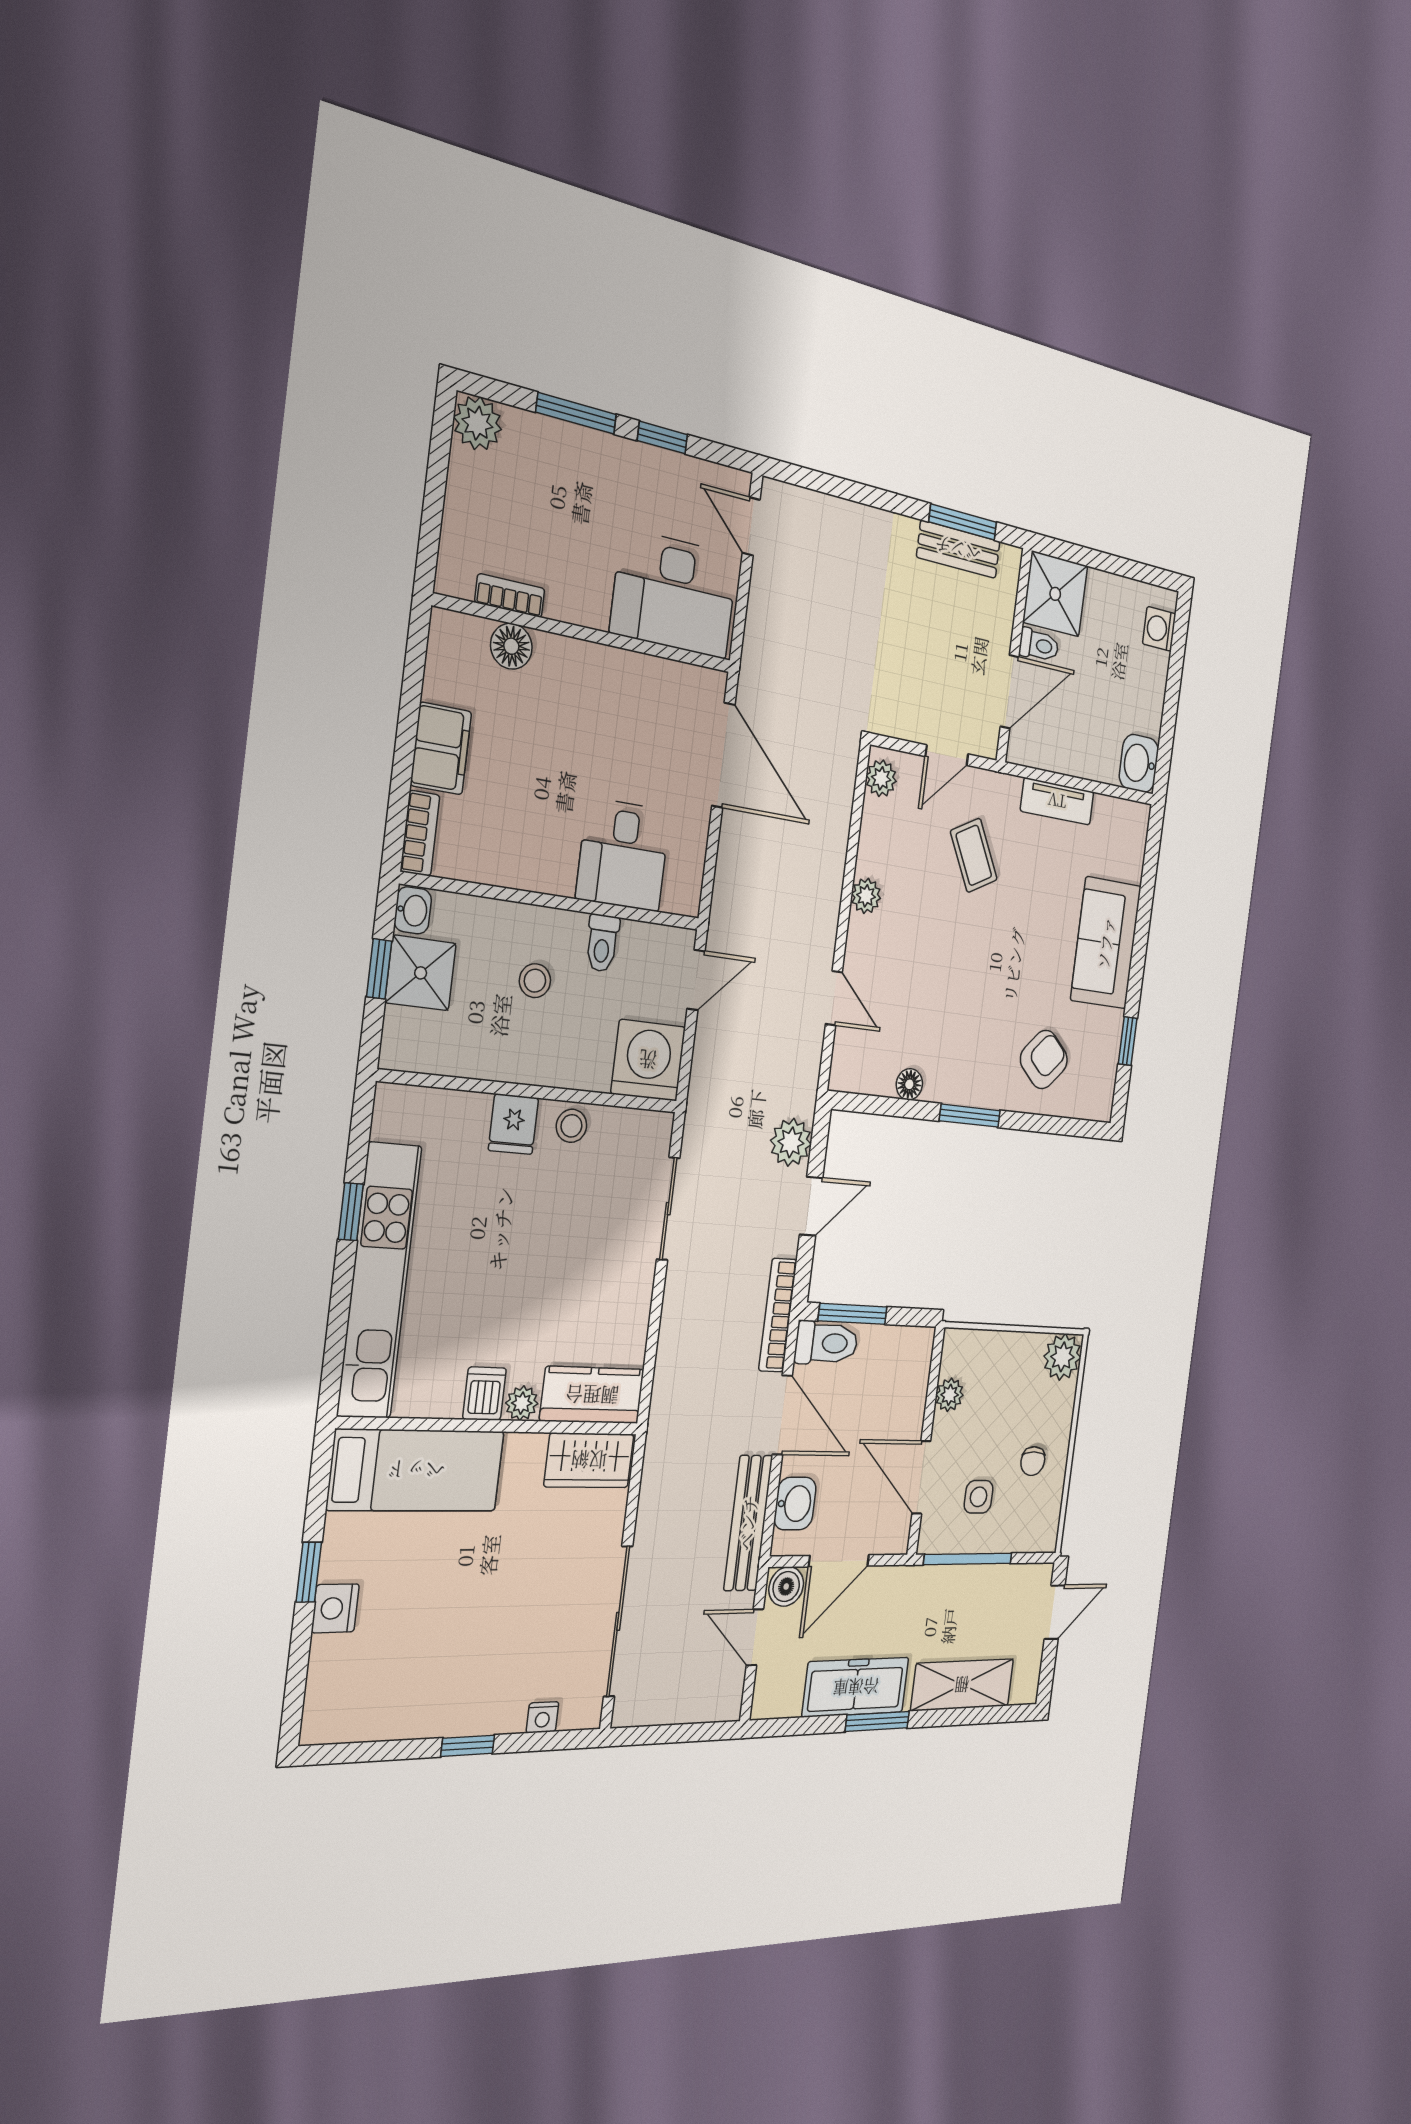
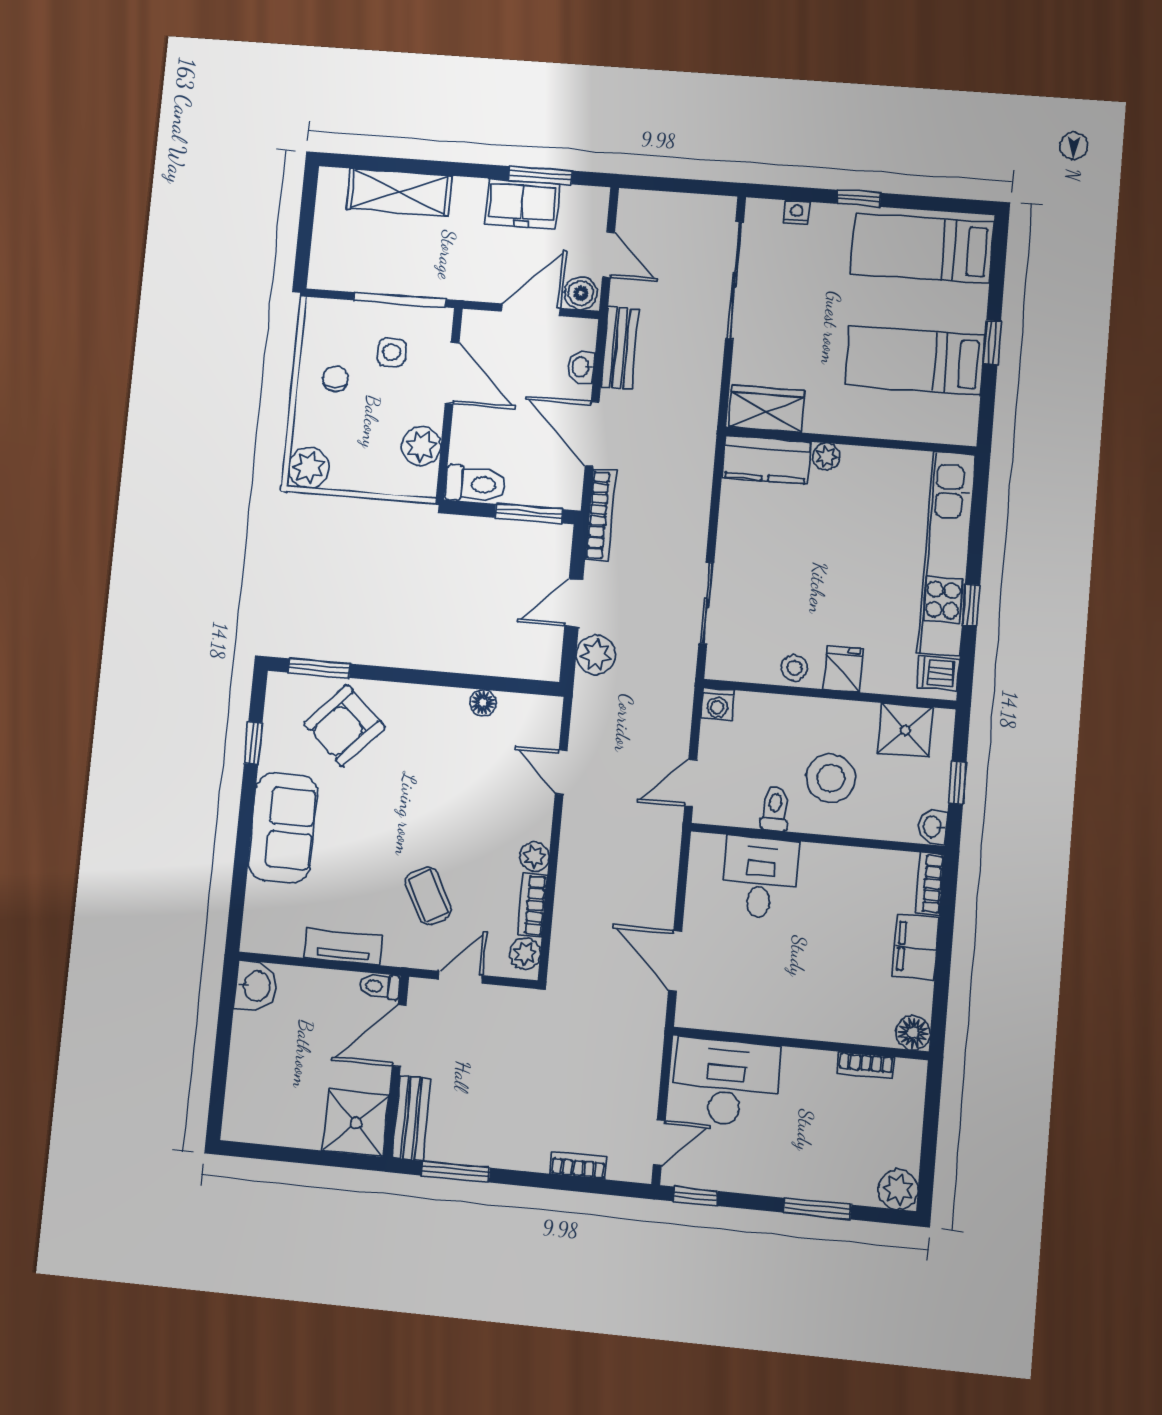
window: (662, 438) -> (695, 1196), moved
bookcase: (838, 511) -> (579, 1165), added
door: (751, 526) -> (659, 1143), hinge flipped
bench: (958, 549) -> (411, 1118), moved, turned 90
washing machine: (1159, 629) -> (240, 1105), removed
toilet: (1039, 645) -> (380, 986), moved
floor lamp: (511, 646) -> (913, 1033), moved
door: (723, 755) -> (675, 961), width x0.73
bookcase: (871, 837) -> (532, 905), added
shower: (421, 973) -> (905, 730), moved
stool: (535, 981) -> (831, 778), width x1.89, depth x1.89
armchair: (1044, 1059) -> (344, 725), width x1.38, depth x1.38
washing machine: (648, 1060) -> (717, 704), width x0.53, depth x0.53
window: (970, 1116) -> (319, 668), moved
toilet: (826, 1343) -> (475, 484), moved, turned 180
dishwasher: (484, 1394) -> (938, 673), moved, turned 90
plant: (950, 1395) -> (421, 446), width x1.38, depth x1.38
bed: (416, 1470) -> (915, 360), moved
washbasin: (795, 1504) -> (581, 367), width x0.72, depth x0.69
bench: (748, 1523) -> (620, 348), width x0.73
nightstand: (335, 1608) -> (970, 314), removed
door: (1055, 1612) -> (304, 245), removed
freezer: (856, 1687) -> (523, 204), width x0.71
bed: (393, 1690) -> (922, 248), added
window: (877, 1721) -> (540, 175), moved

